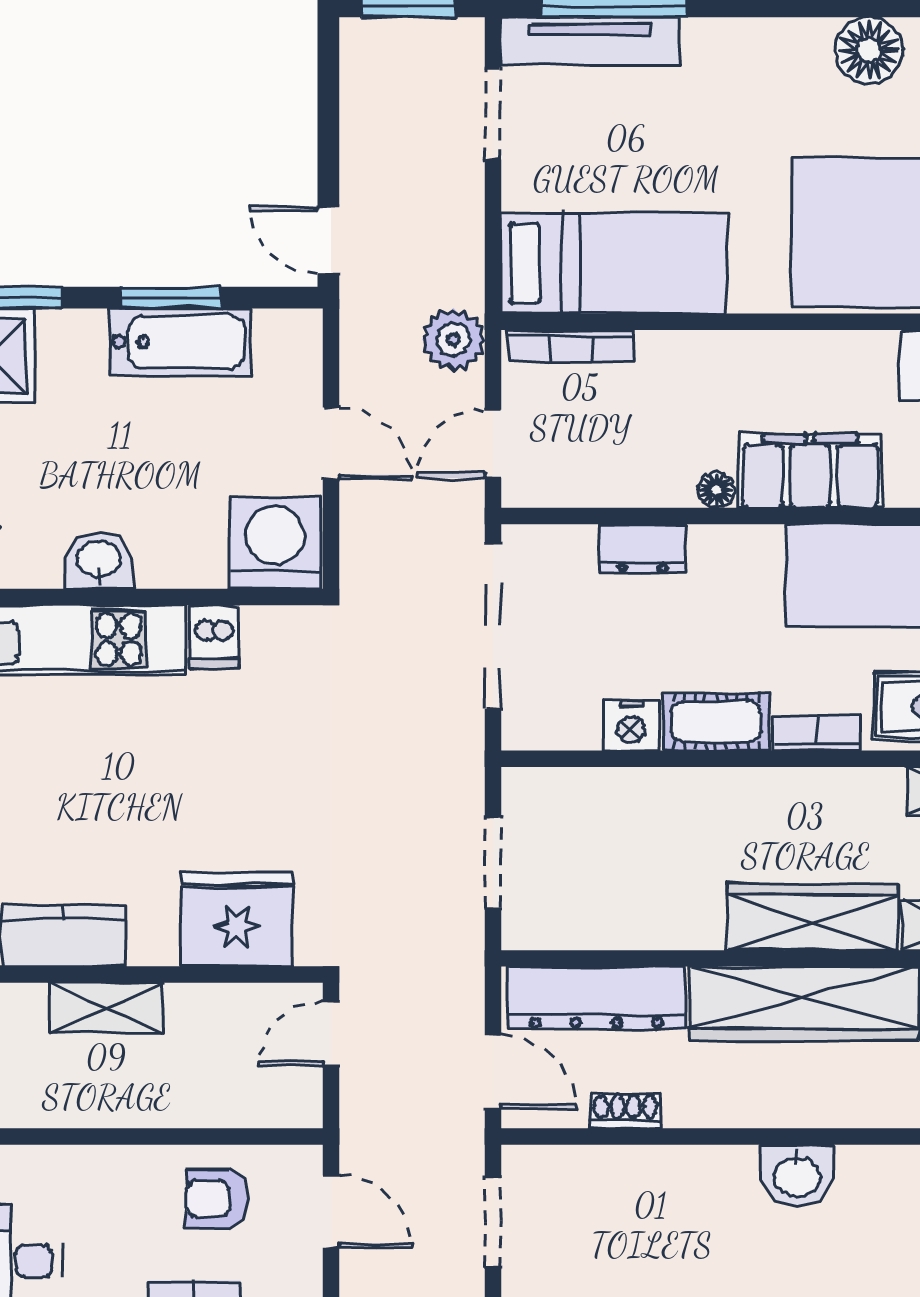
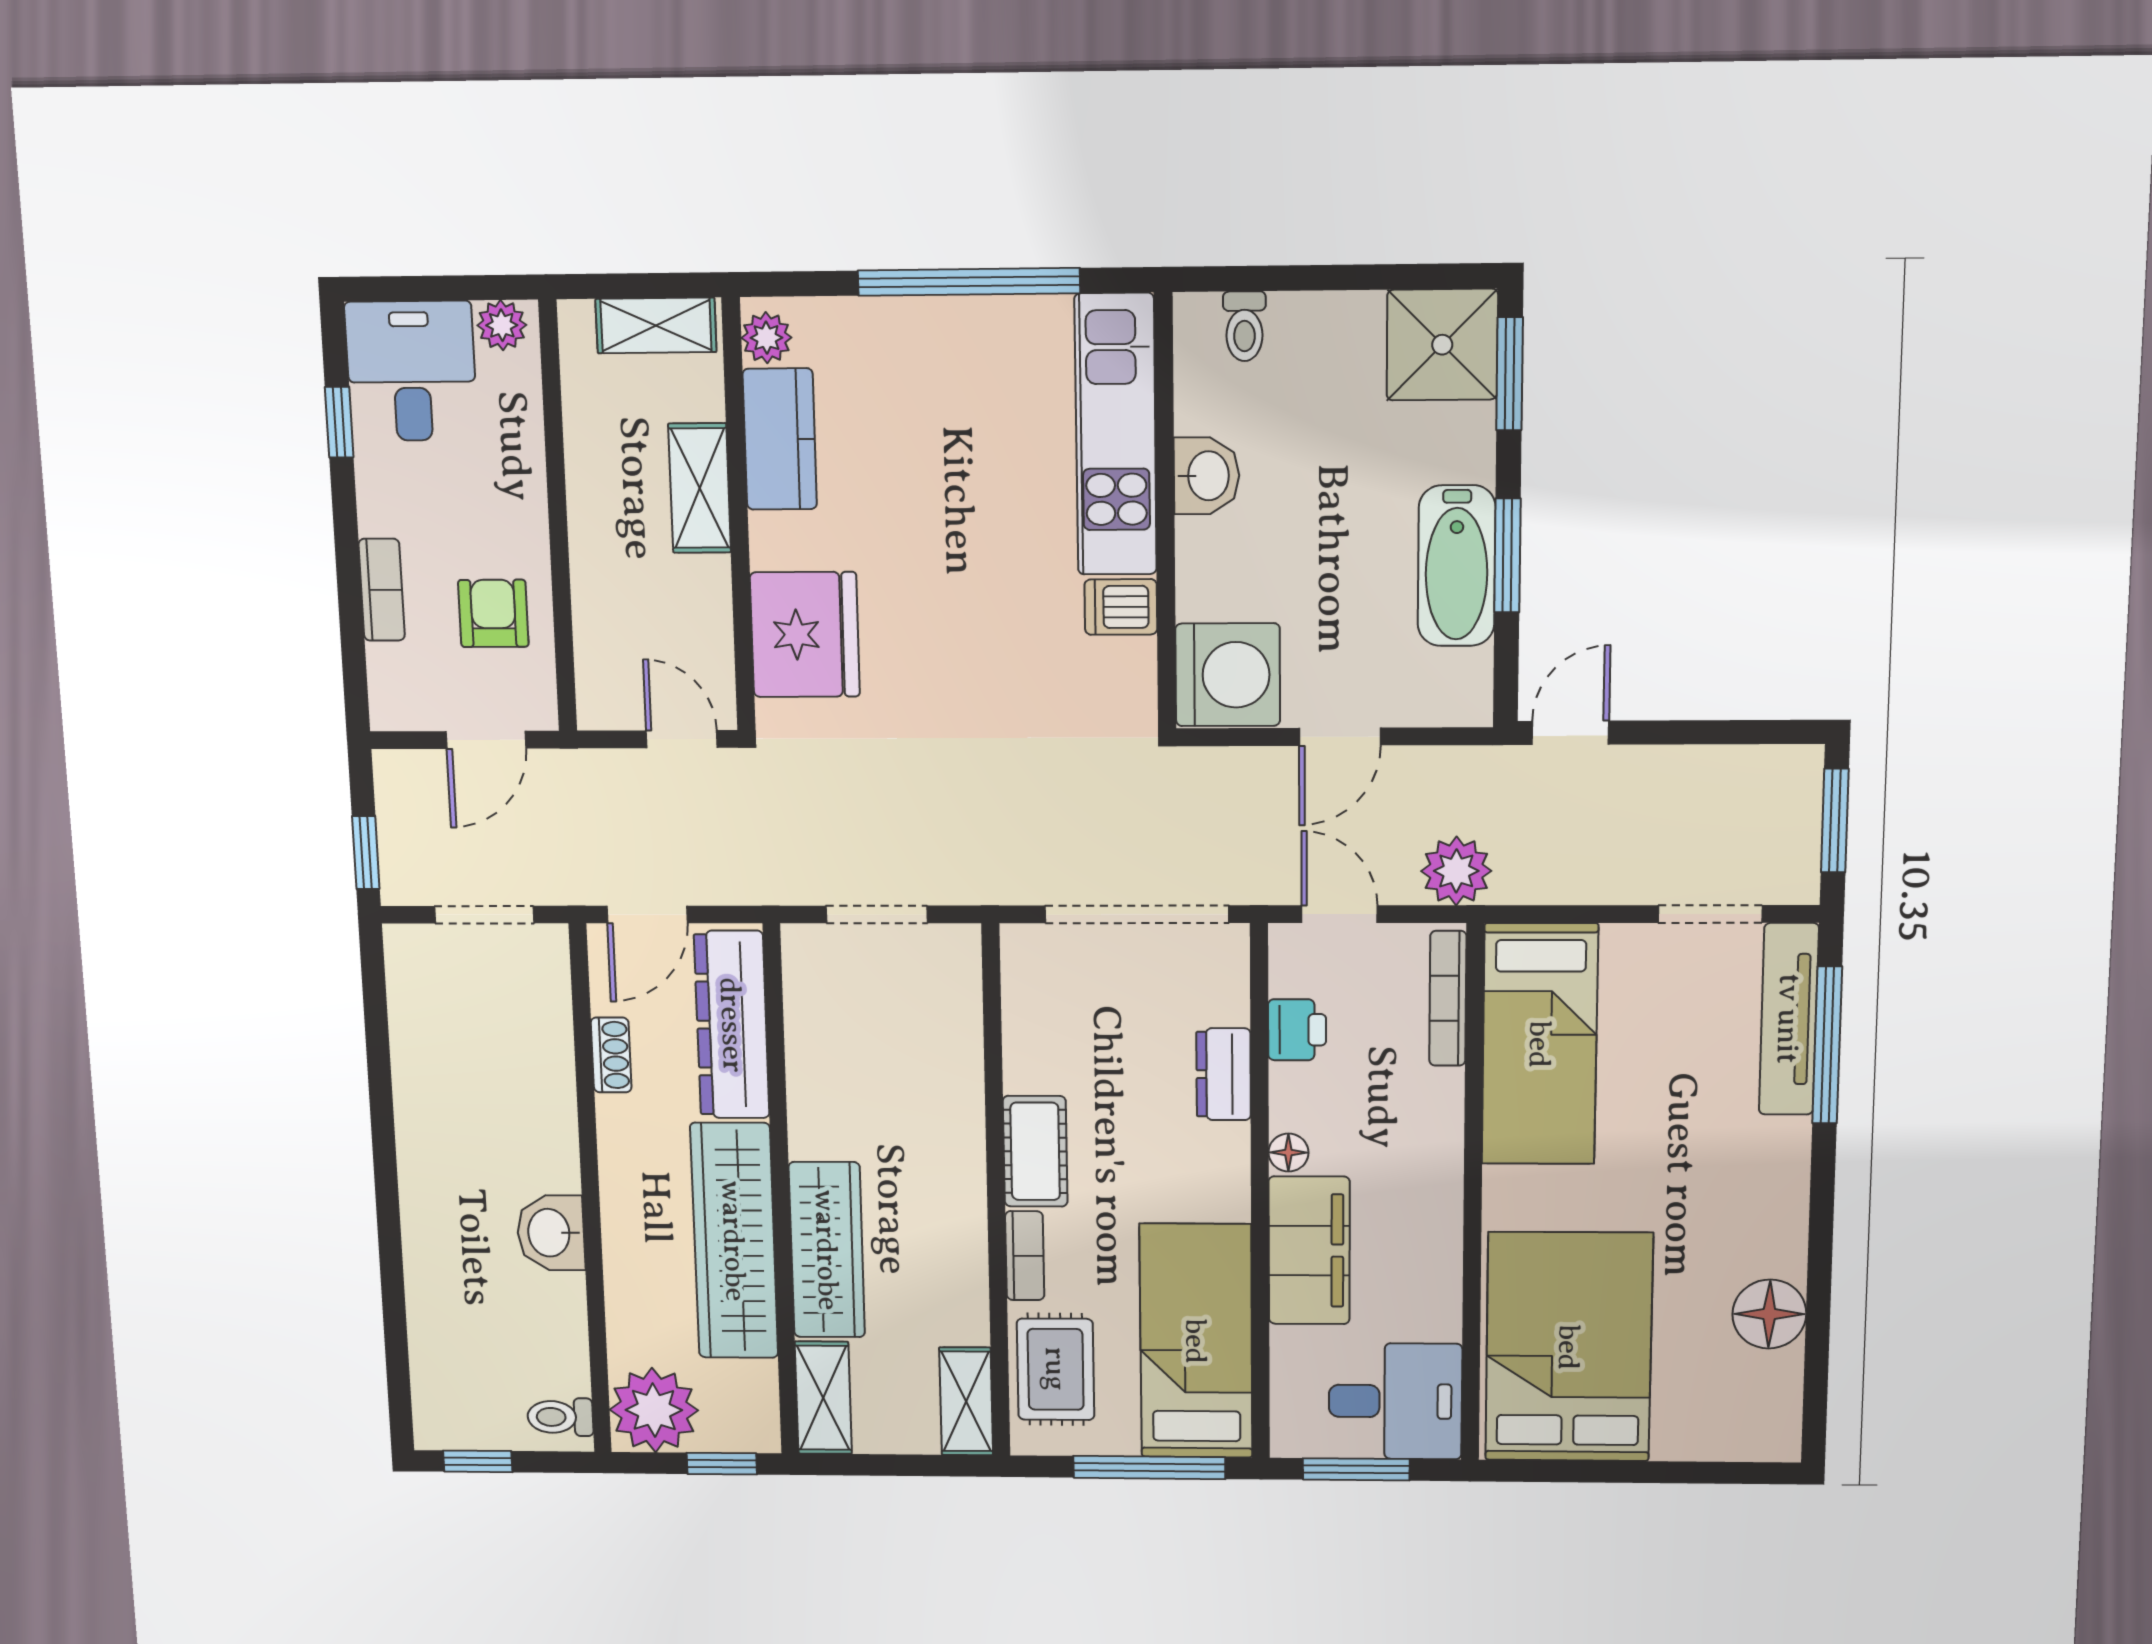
printer: (600, 482) -> (1297, 1030), added
nightstand: (631, 725) -> (1030, 1062), removed

